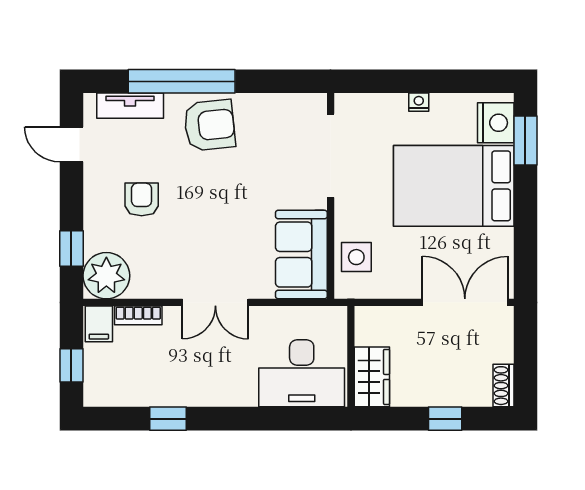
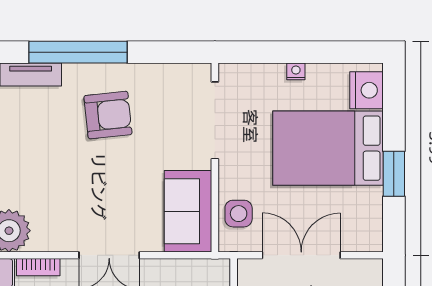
armchair: (210, 125) -> (108, 115), moved
window: (525, 141) -> (394, 174), moved
armchair: (142, 199) -> (41, 161), removed
double door: (465, 302) -> (301, 255), moved

